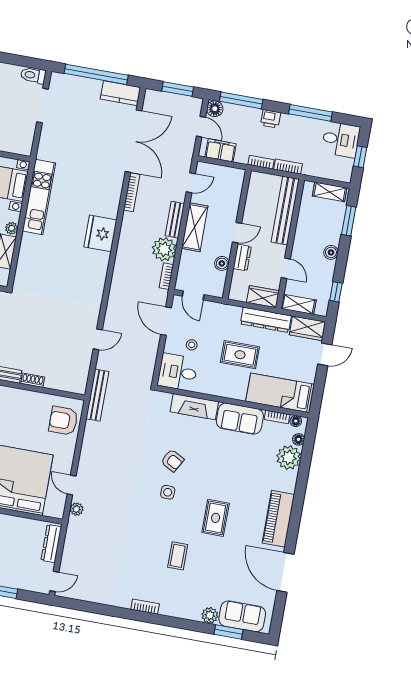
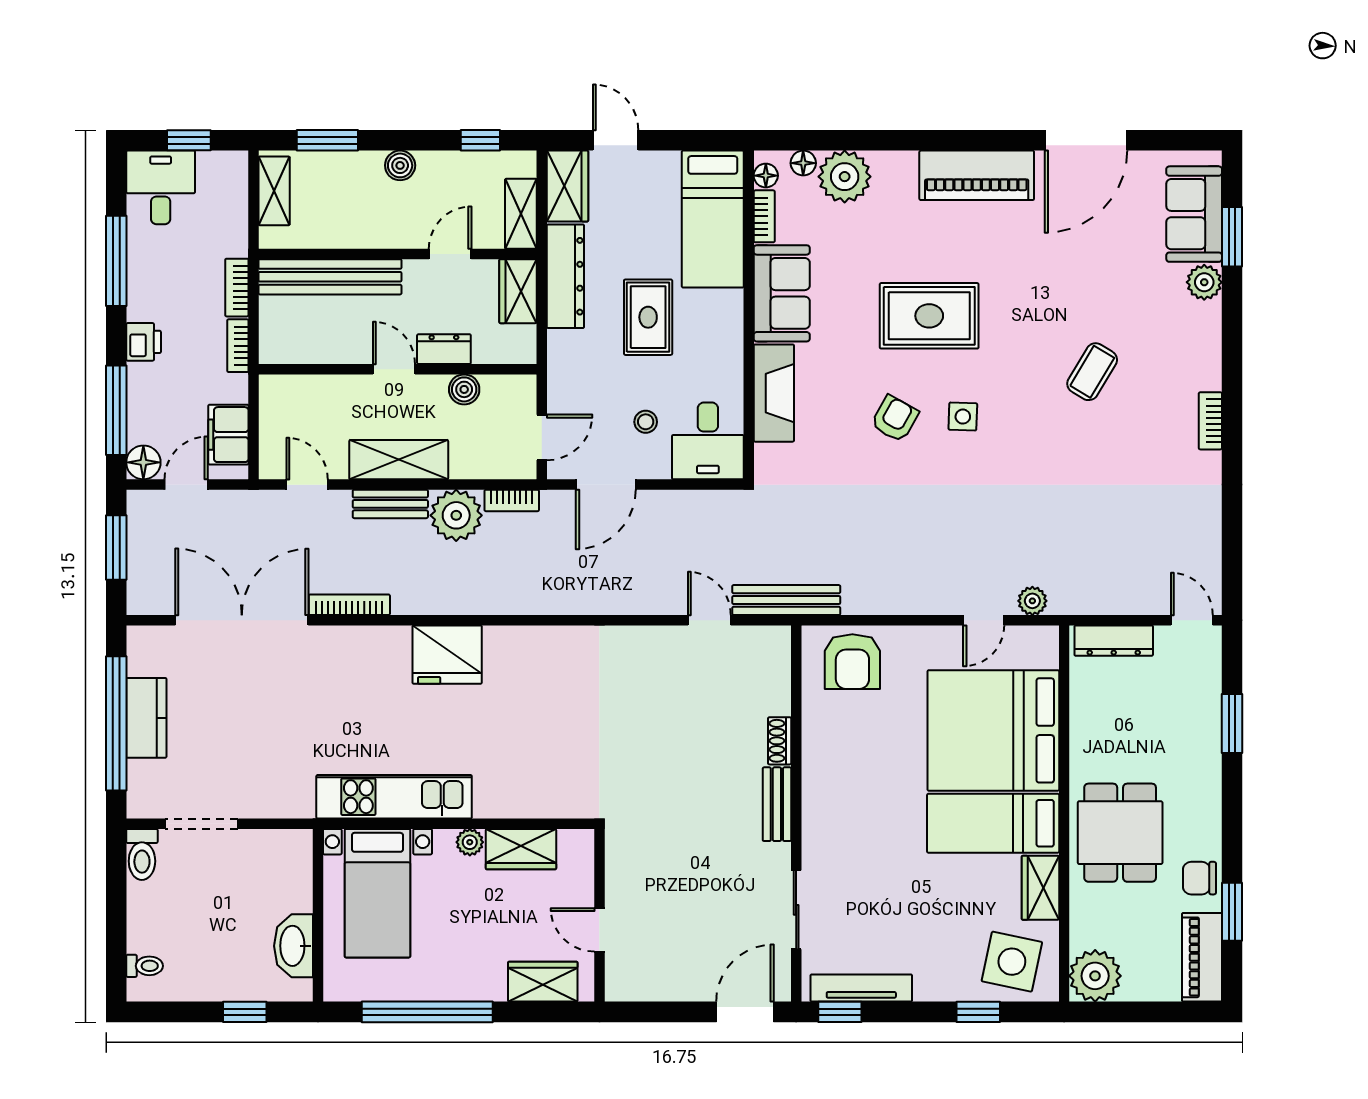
kitchen counter: (120, 93) -> (146, 718), moved
door: (98, 339) -> (709, 620), moved
rug: (216, 518) -> (929, 316), moved, width x1.36, depth x1.43
coffee table: (178, 556) -> (1092, 372), turned -59

